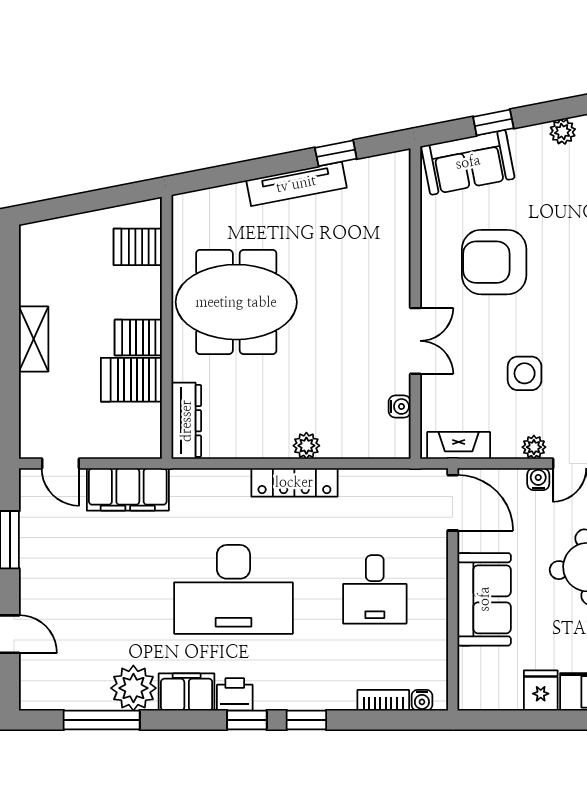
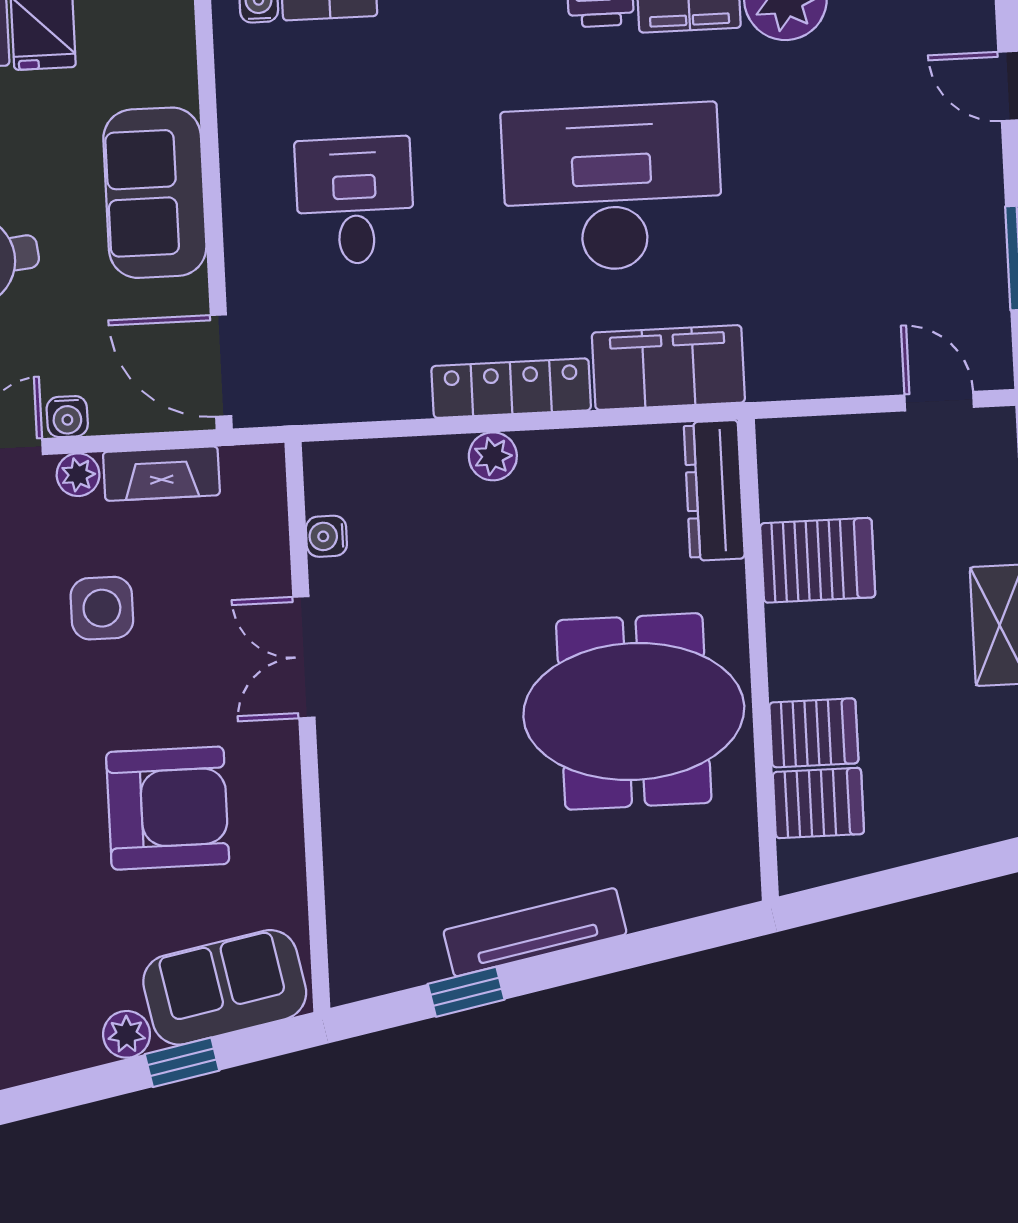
plant: (563, 132) -> (127, 1034), moved
server rack: (138, 338) -> (814, 733), moved
fireplace: (459, 445) -> (161, 474), moved
filing cabinet: (128, 489) -> (668, 367), moved

